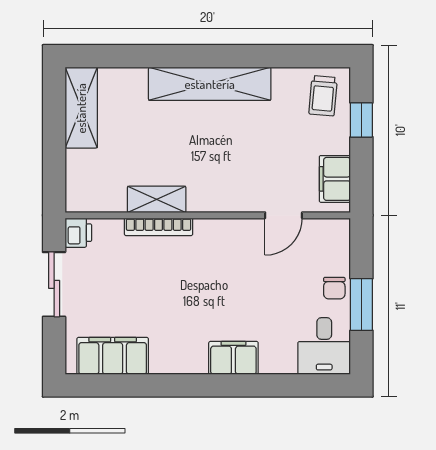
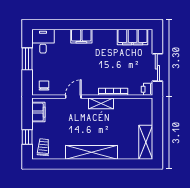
shelving: (157, 199) -> (101, 103), moved
door: (284, 215) -> (73, 97), moved
chair: (334, 288) -> (44, 86), moved

